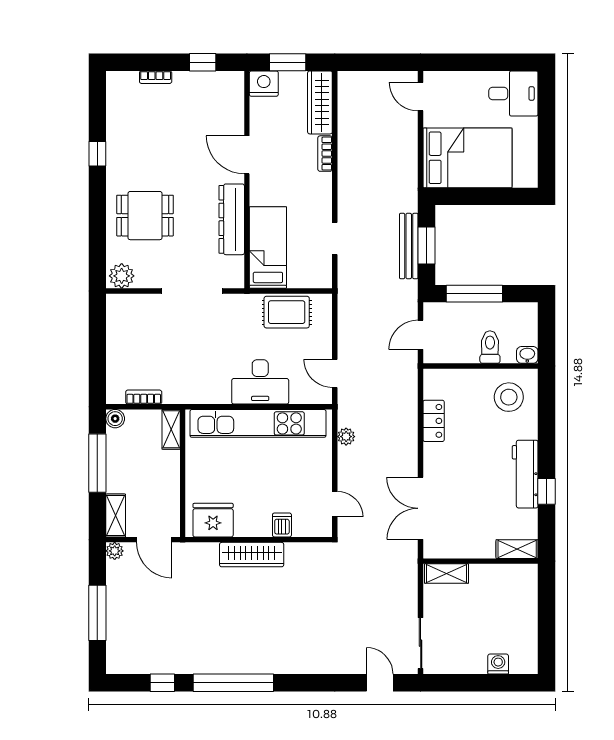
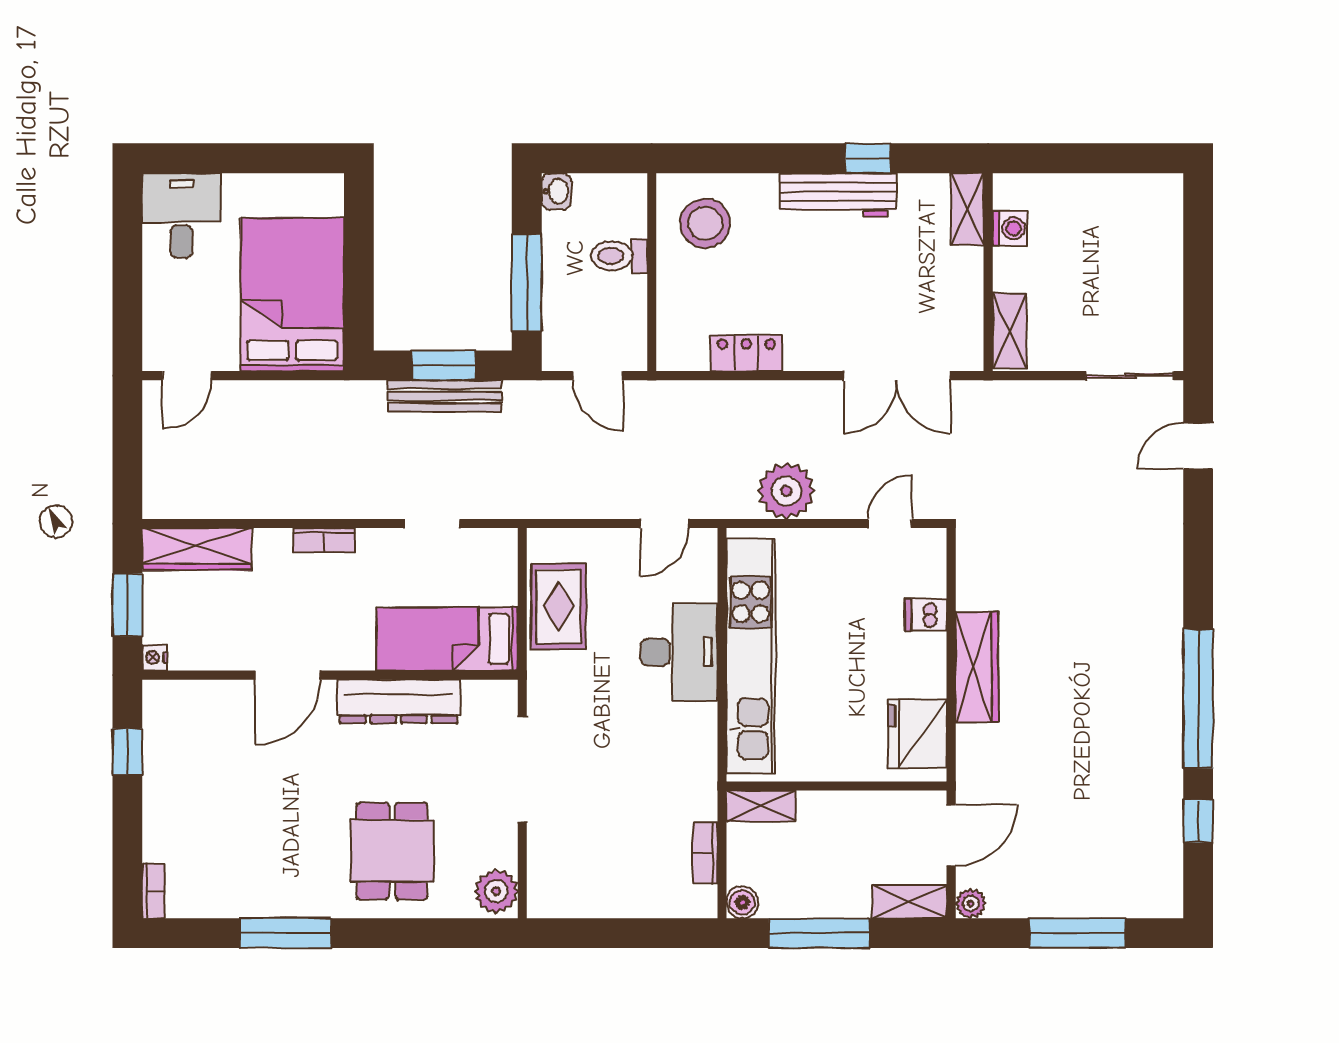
bookcase: (156, 77) -> (153, 891), moved
nightstand: (264, 84) -> (155, 658), width x0.53, depth x0.56
window: (97, 154) -> (285, 933), width x2.17
bookcase: (325, 154) -> (324, 540), moved
washbasin: (527, 355) -> (556, 191), moved, turned 180
plant: (346, 437) -> (786, 491), width x1.88, depth x1.88
washing machine: (498, 664) -> (1010, 228), moved, turned 180

